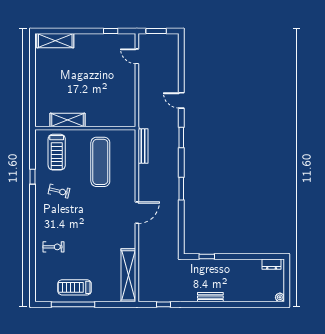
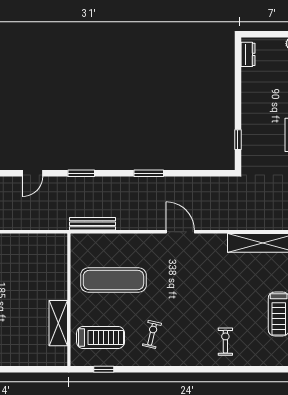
window: (33, 177) -> (104, 369), moved

